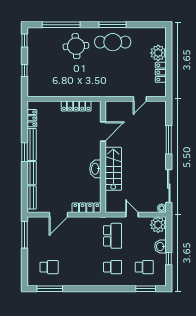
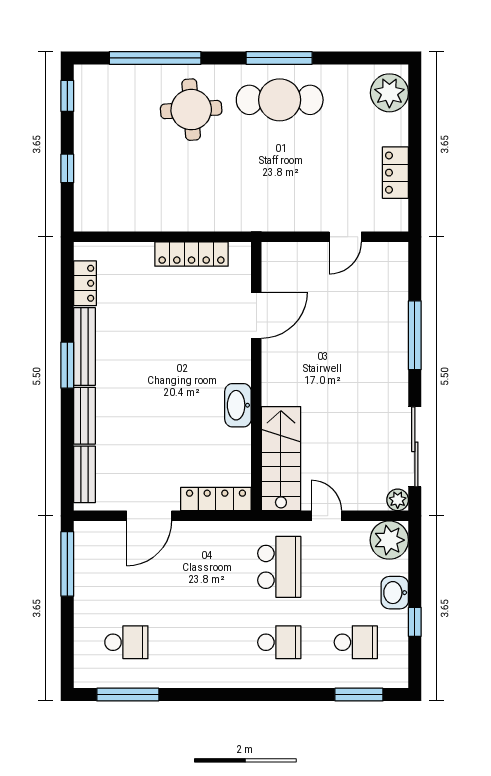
plant: (158, 53) -> (389, 93), moved
stairs: (113, 169) -> (281, 459), moved

